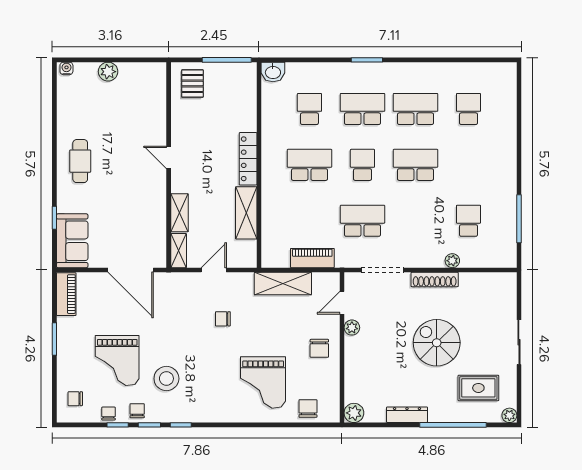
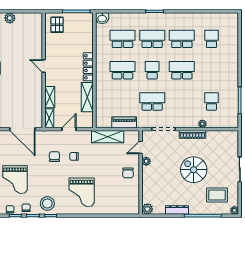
school desk: (309, 109) -> (123, 39), width x1.85
stool: (166, 379) -> (47, 203), moved
grand piano: (263, 382) -> (82, 192), moved
chair: (308, 409) -> (54, 157), moved

